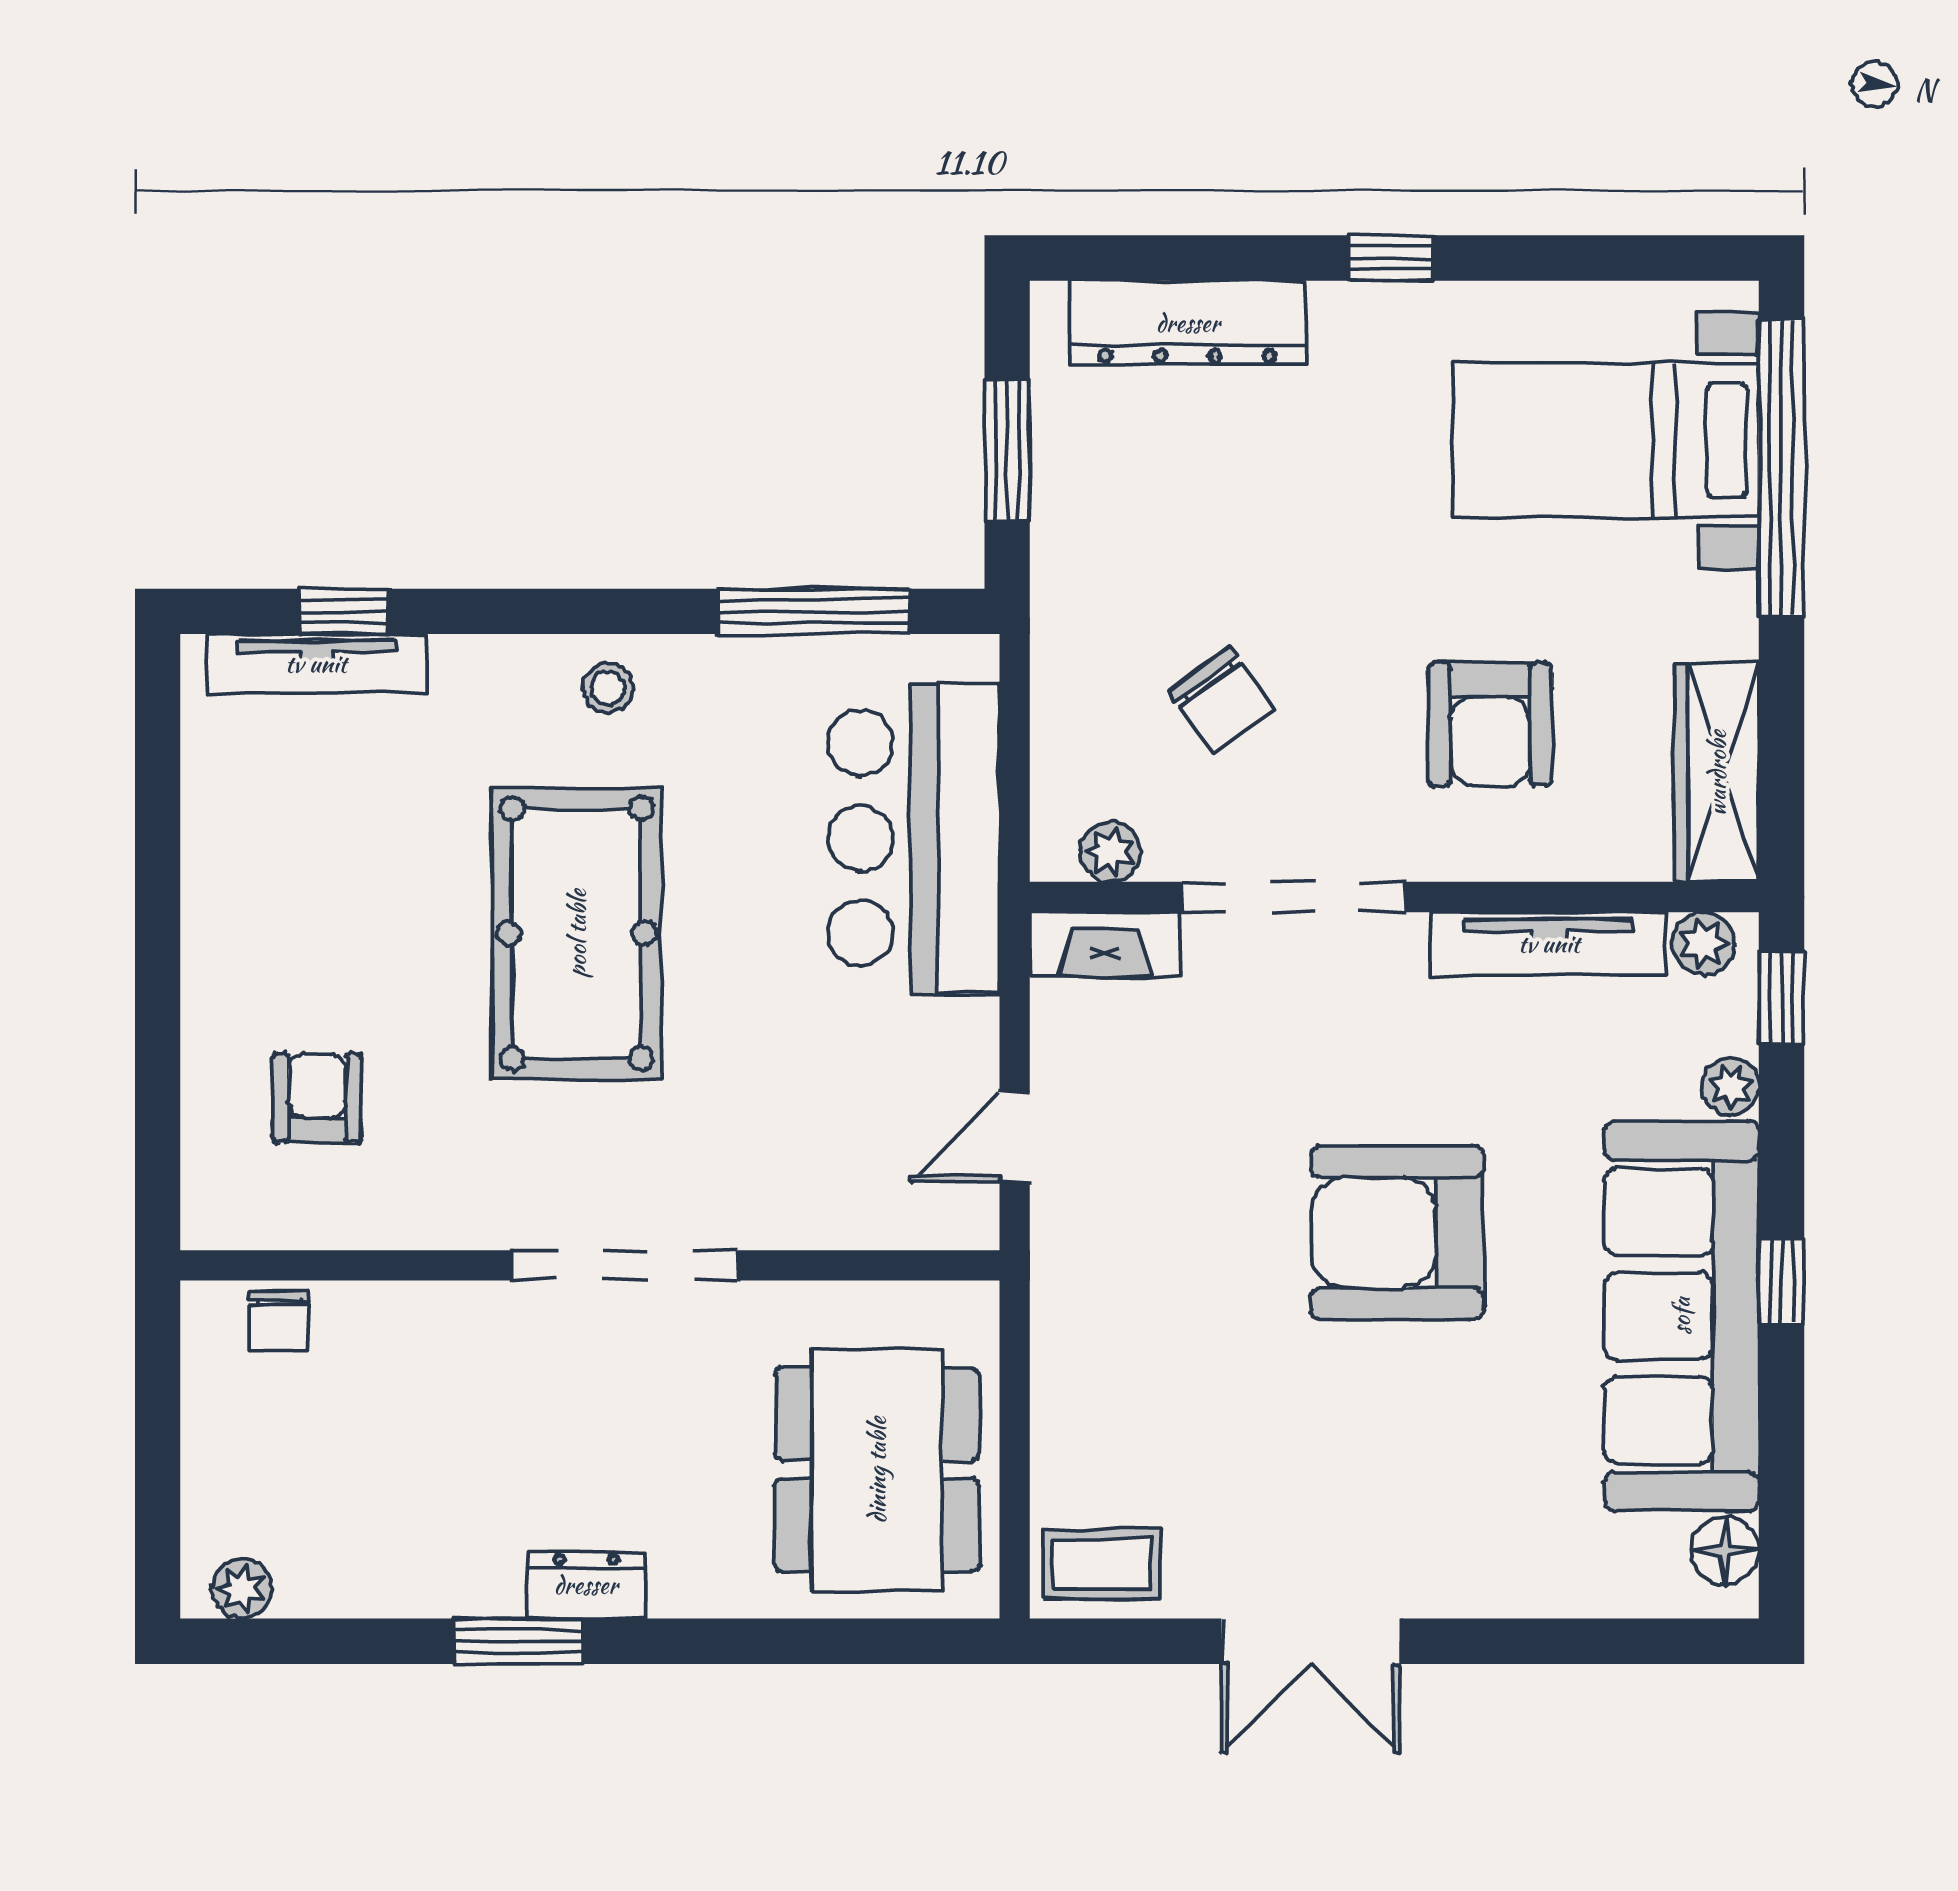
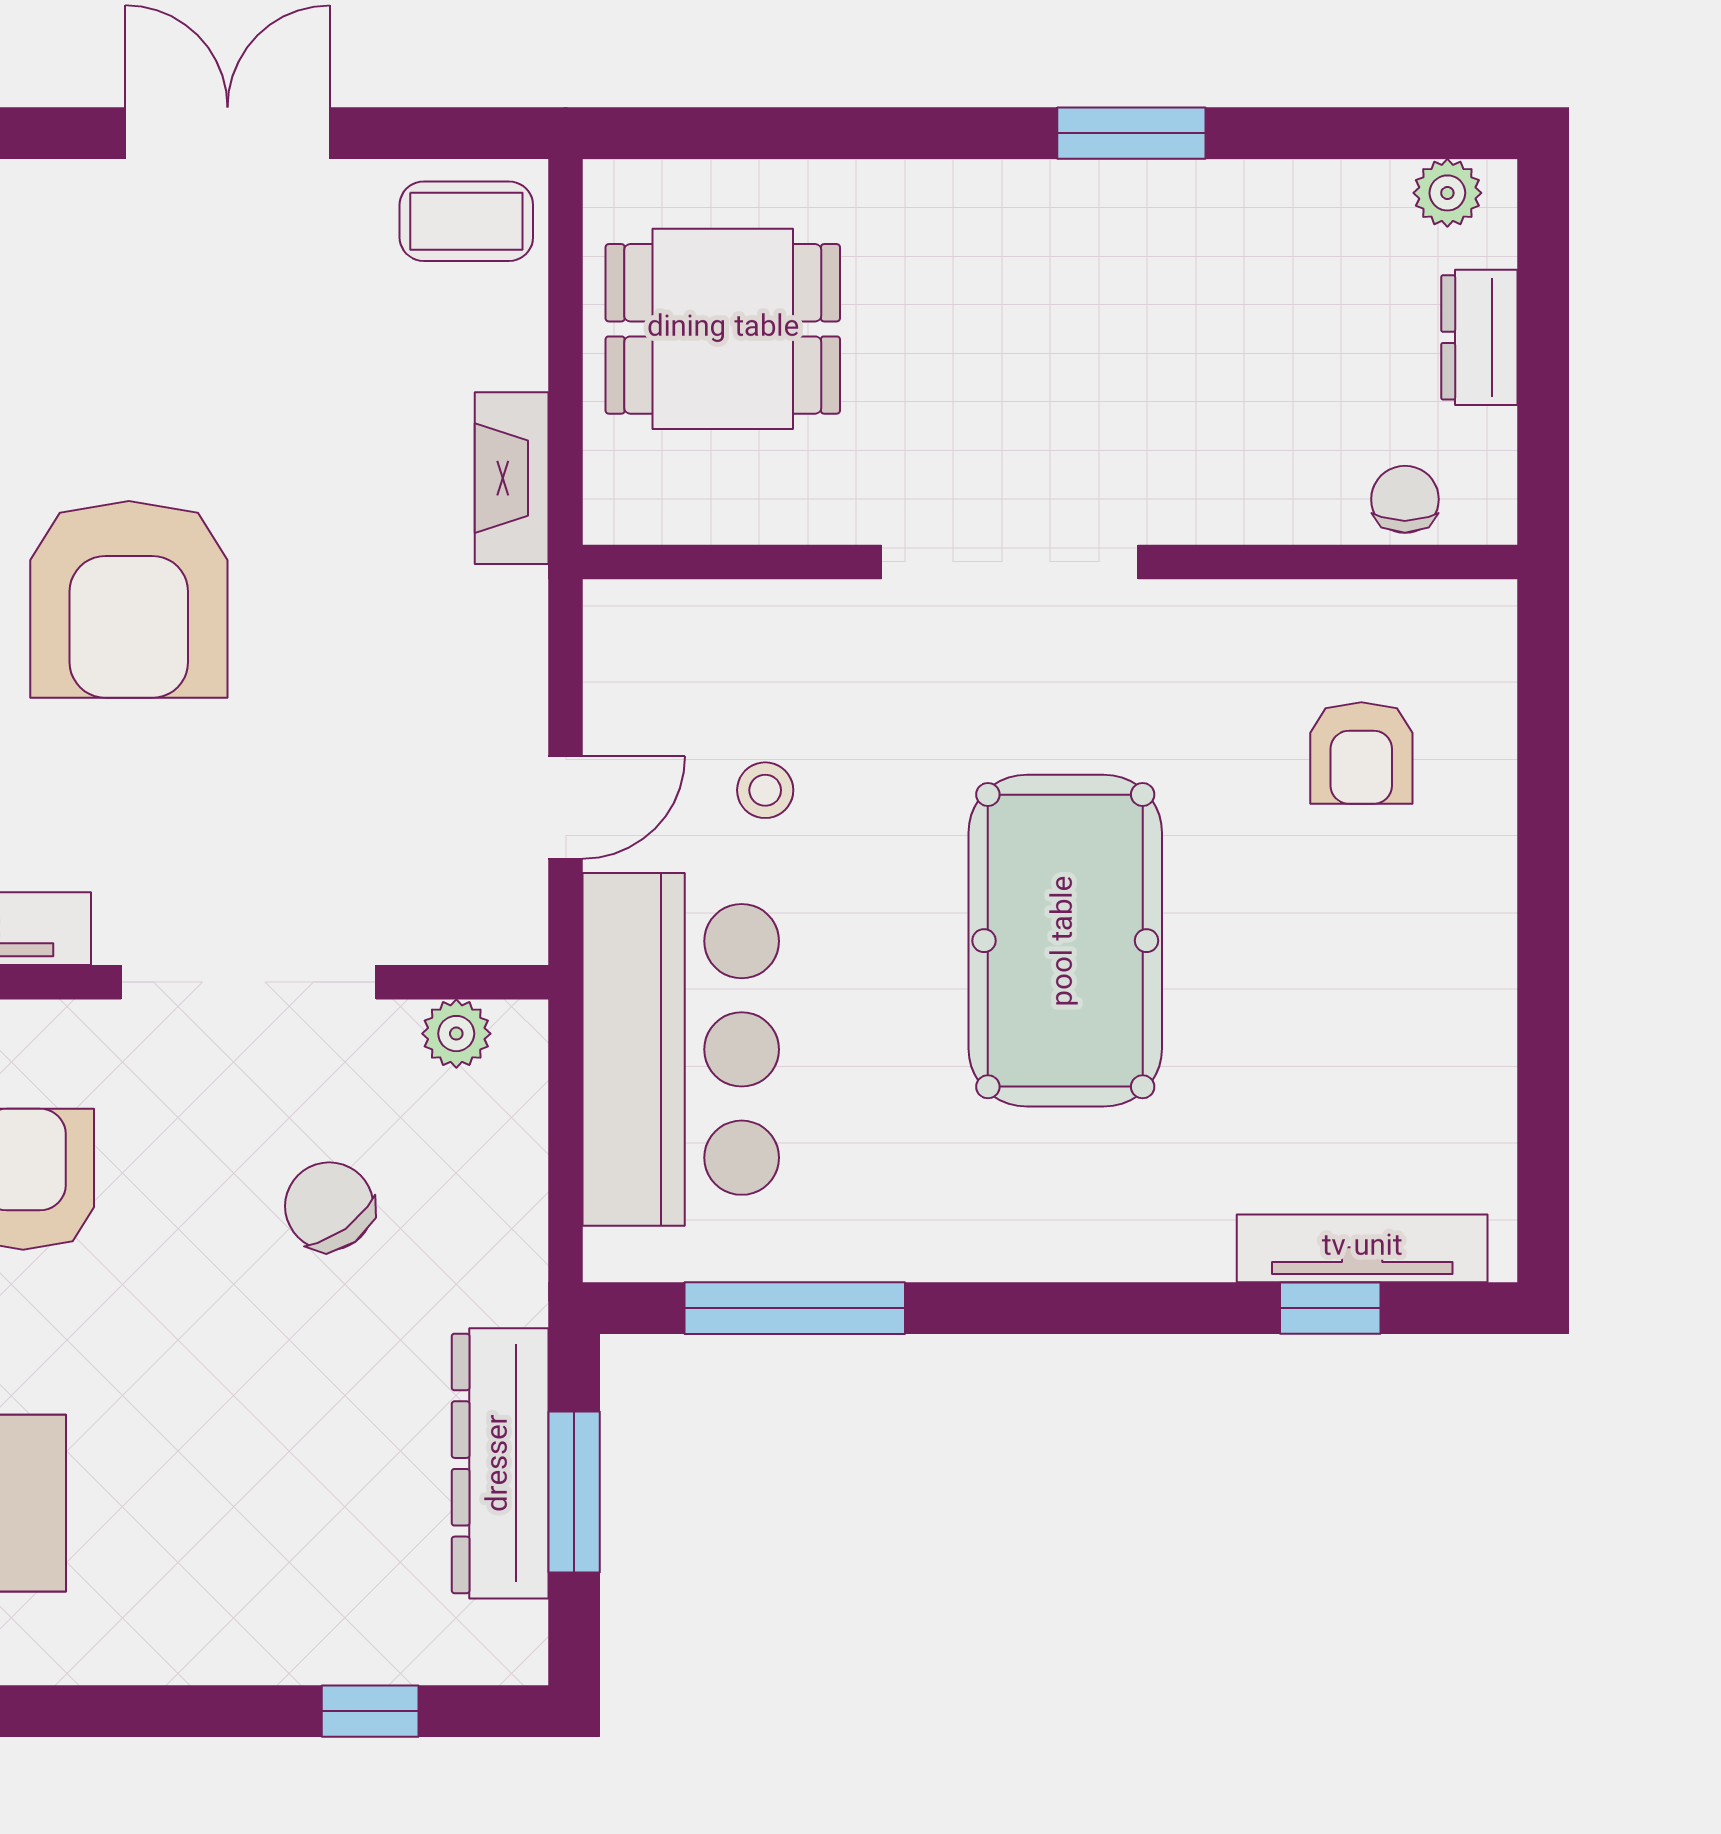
window: (1391, 258) -> (370, 1711), moved
dresser: (1188, 323) -> (500, 1463), moved, turned -90
stool: (608, 688) -> (765, 790), moved
fireplace: (1105, 944) -> (512, 478), moved, turned -90
door: (1015, 1137) -> (566, 807), moved
armchair: (1398, 1233) -> (129, 599), turned 90
dining table: (877, 1470) -> (723, 329), width x0.73
dresser: (586, 1585) -> (1479, 337), moved, turned 90

